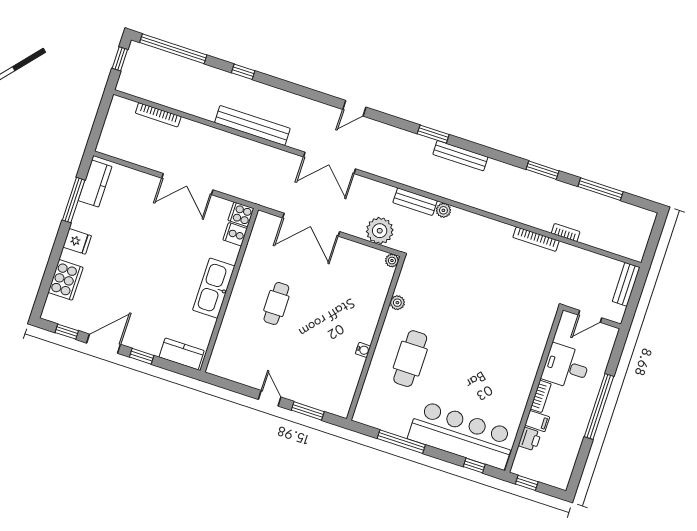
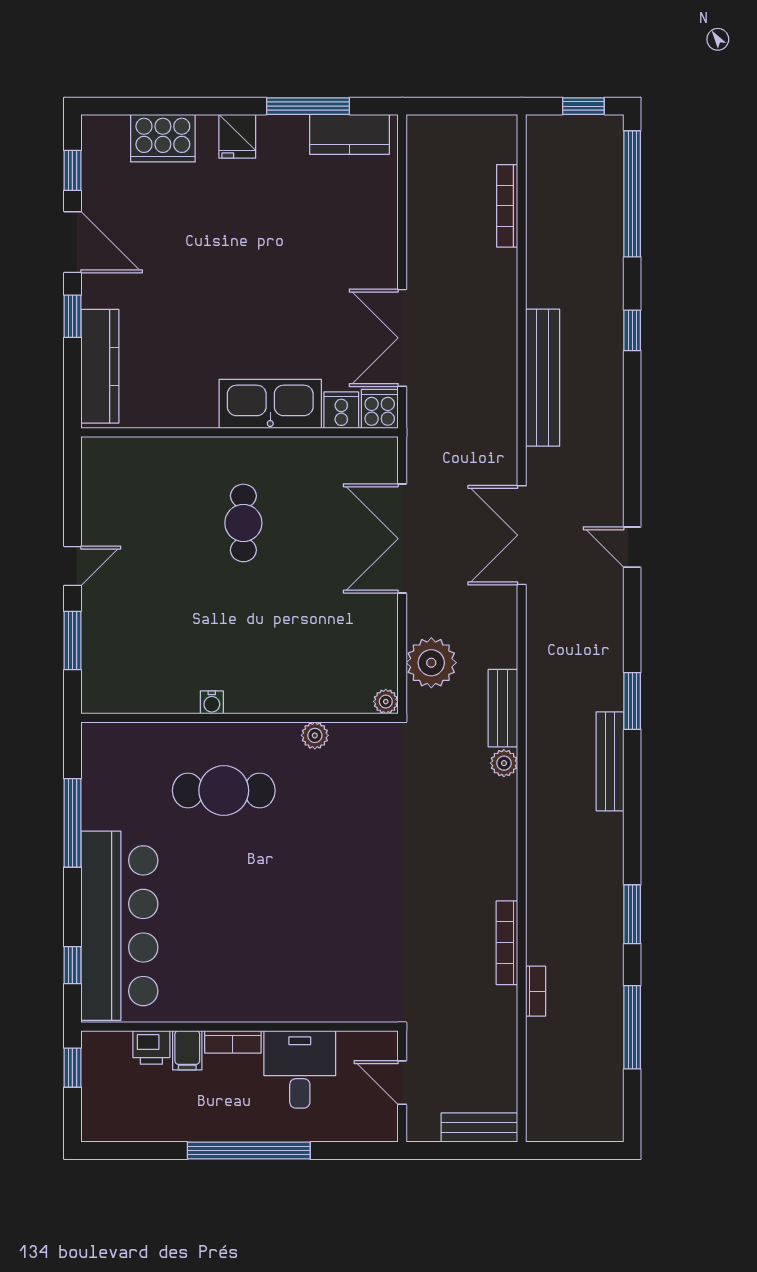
double door: (187, 184) -> (402, 338), moved
kitchen sink: (214, 288) -> (270, 404), moved
cafe table: (276, 303) -> (243, 523), turned 90
kitchen counter: (182, 354) -> (100, 366), width x1.50

